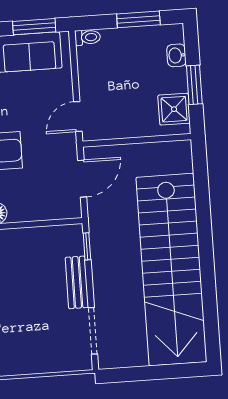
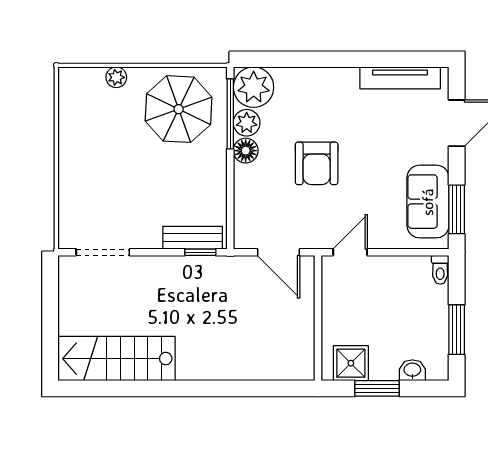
door: (78, 116) -> (350, 252), hinge flipped
stairs: (171, 270) -> (116, 359), width x0.54, depth x0.66
bench: (77, 282) -> (193, 238), moved

